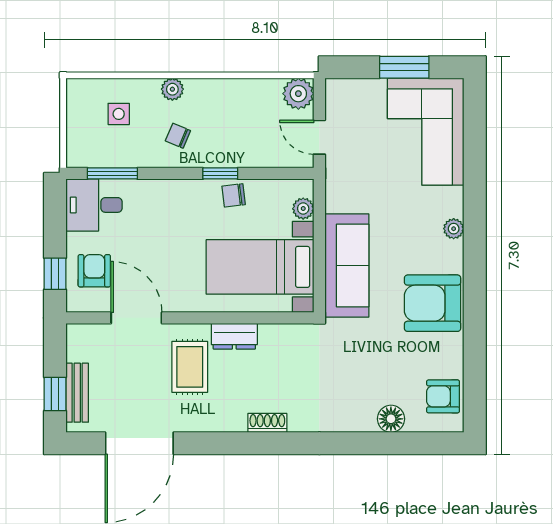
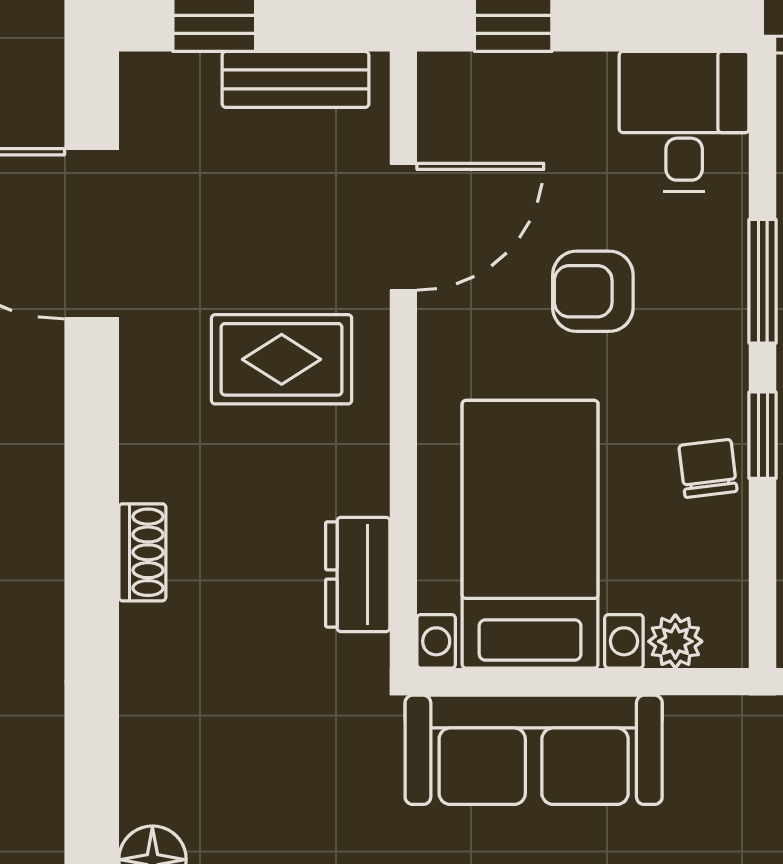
window: (112, 173) -> (763, 281), moved
armchair: (94, 271) -> (593, 291), moved, turned 180
dresser: (234, 336) -> (358, 574), moved
bench: (77, 393) -> (295, 79), moved

